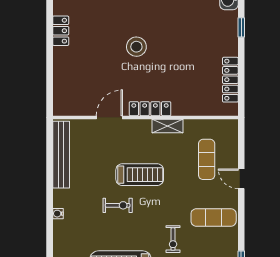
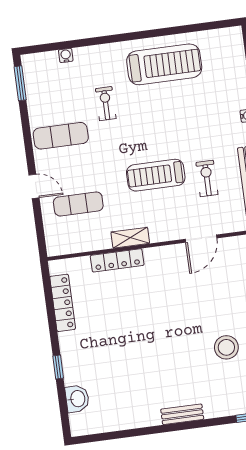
stool: (136, 47) -> (226, 347), moved
locker: (150, 109) -> (117, 260), moved
exercise mat: (207, 159) -> (78, 204), turned 90
exercise bike: (118, 205) -> (207, 178), moved, turned 90

